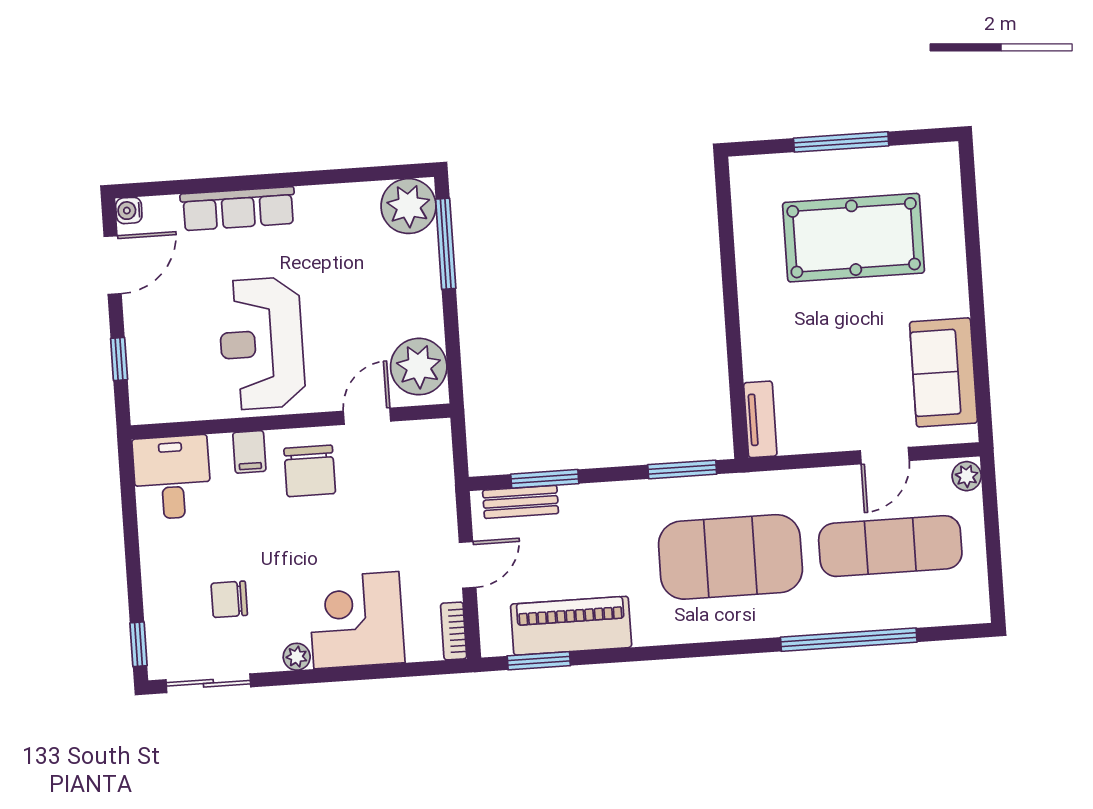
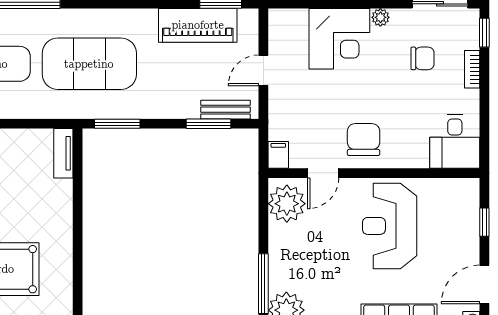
reception desk: (262, 343) -> (390, 226), turned 180
filing cabinet: (249, 452) -> (278, 155), moved
bookcase: (454, 631) -> (472, 69), moved, turned 180

